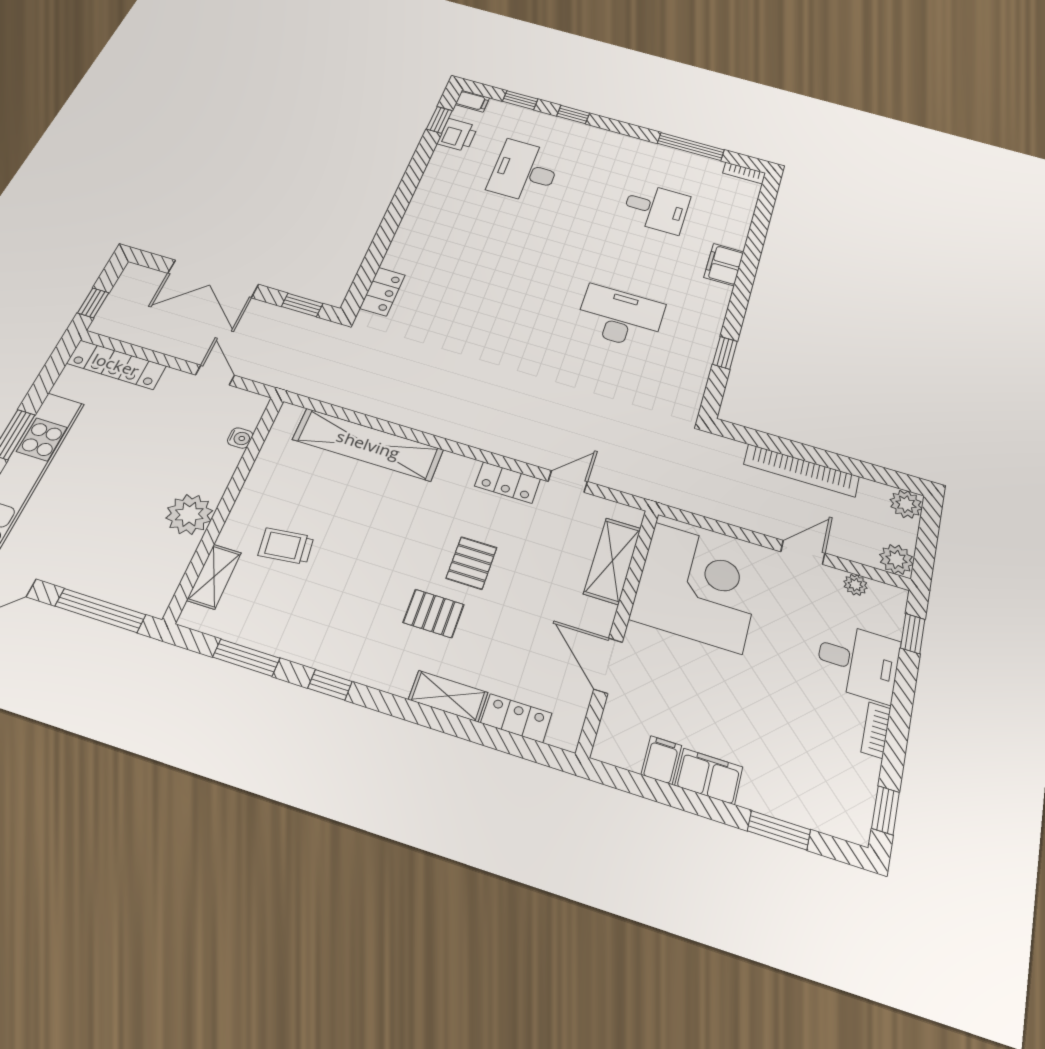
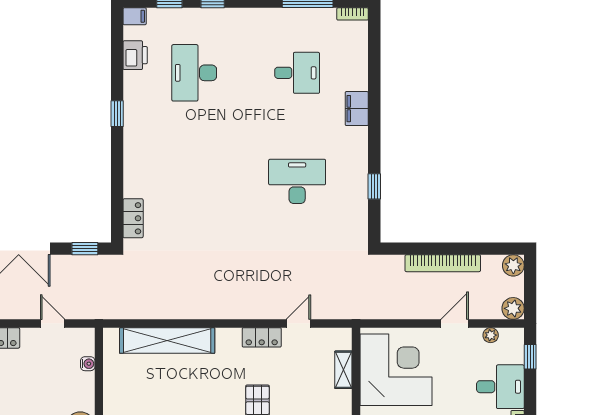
window: (439, 120) -> (117, 114), moved
shelving: (612, 561) -> (343, 370), width x0.67, depth x0.75

